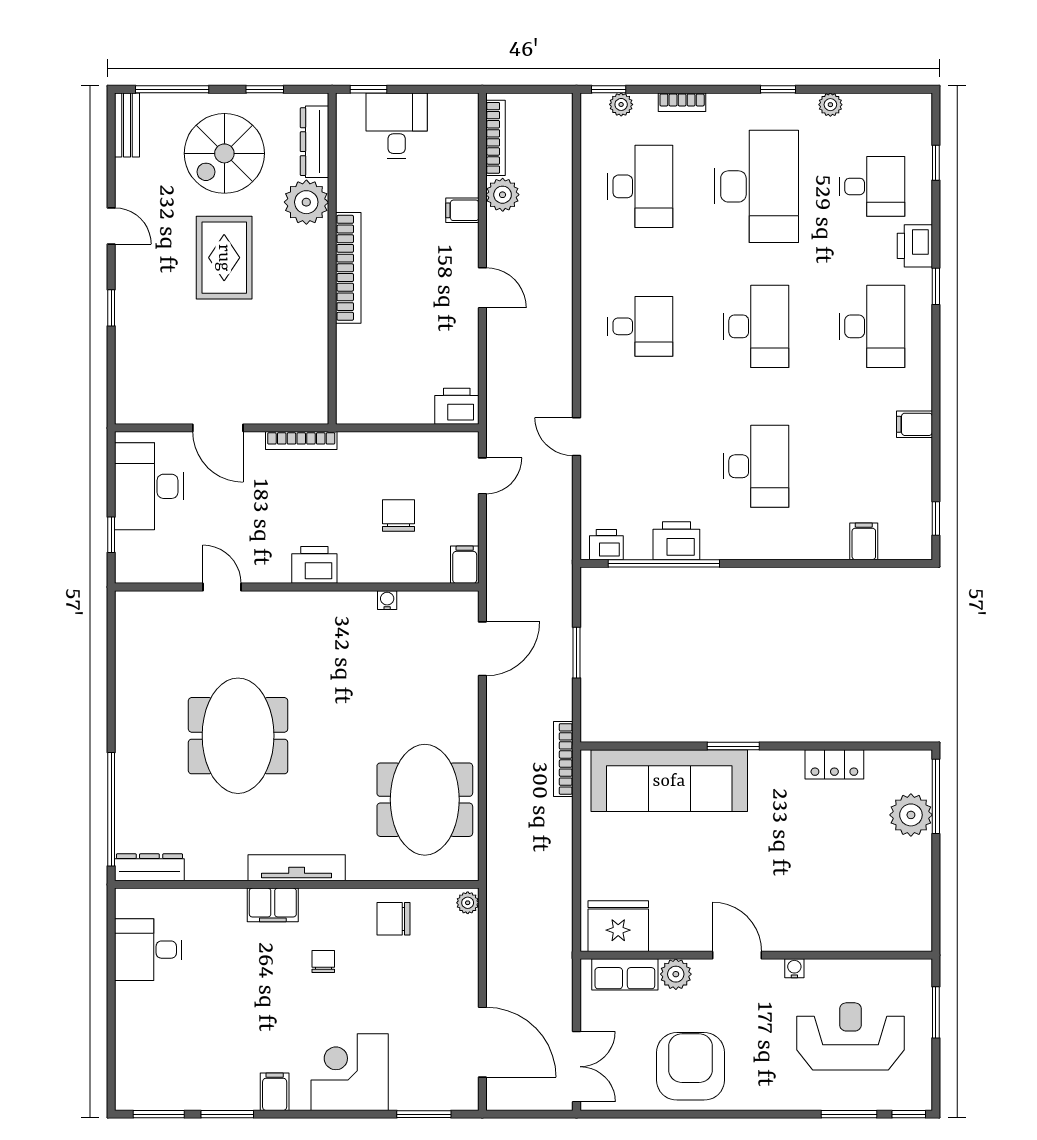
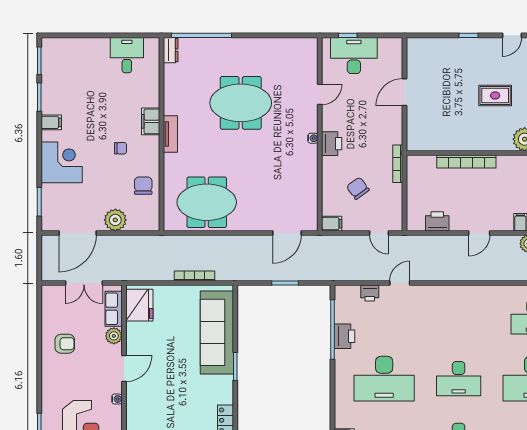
rug: (224, 258) -> (495, 96), width x0.73, depth x0.70
bookcase: (348, 268) -> (466, 162), moved
desk: (640, 326) -> (459, 317), removed
printer: (457, 406) -> (437, 221), moved, turned -90
bookcase: (301, 441) -> (398, 164), moved
desk: (756, 466) -> (384, 379), width x1.36, depth x1.30
desk: (149, 486) -> (354, 55), moved
chair: (398, 516) -> (358, 188), turned -126
printer: (606, 545) -> (370, 293), moved, turned 90
water cooler: (387, 600) -> (313, 138), moved
door: (482, 649) -> (287, 233), hinge flipped
bookcase: (563, 759) -> (194, 276), moved
dresser: (149, 867) -> (171, 50), width x0.70
tv unit: (297, 868) -> (170, 134), width x0.71
plant: (468, 903) -> (115, 220), moved, width x1.87, depth x1.87
armchair: (690, 1066) -> (65, 344), width x0.53, depth x0.53
double door: (577, 1067) -> (84, 283), moved

